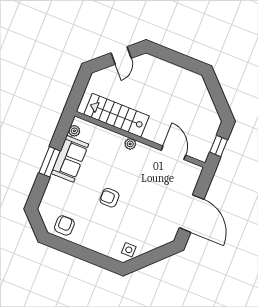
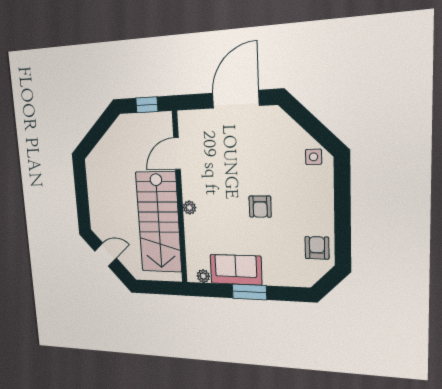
stairs: (117, 115) -> (159, 222), width x1.36, depth x1.51
armchair: (64, 225) -> (317, 248), turned 90

